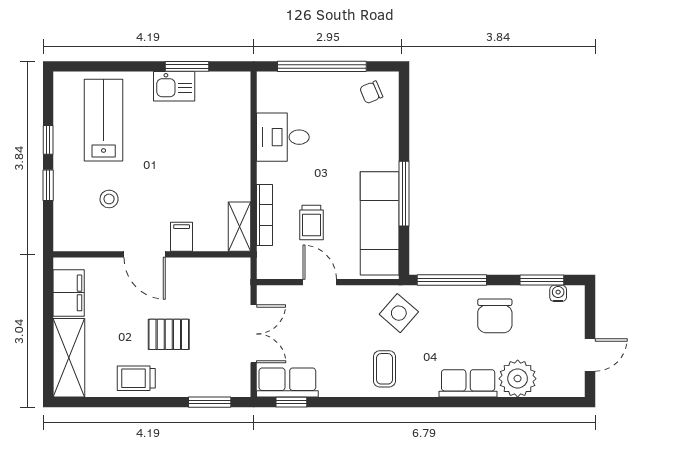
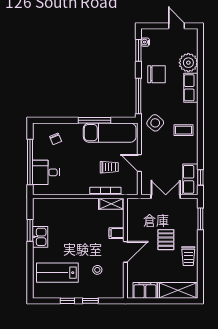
chair: (371, 92) -> (56, 139), moved
desk: (283, 137) -> (46, 172), moved, turned 90
door: (320, 282) -> (139, 163), hinge flipped

